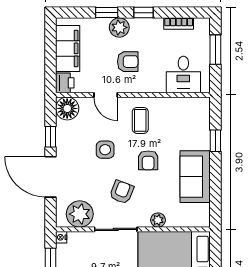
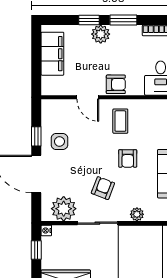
window: (144, 13) -> (123, 20), width x1.50
armchair: (128, 62) -> (116, 84), moved
printer: (65, 83) -> (50, 86), removed
floor lamp: (67, 108) -> (52, 110), removed
side table: (105, 150) -> (59, 141), moved

